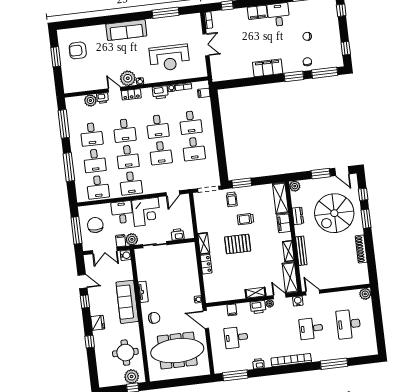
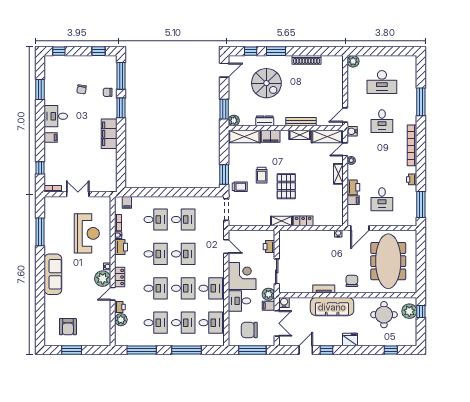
filing cabinet: (257, 12) -> (51, 138), width x0.50
window: (321, 174) -> (224, 109), moved
spiral stairs: (334, 213) -> (266, 83), width x0.73, depth x0.73
printer: (258, 307) -> (353, 187), moved
window: (90, 342) -> (391, 350), moved

